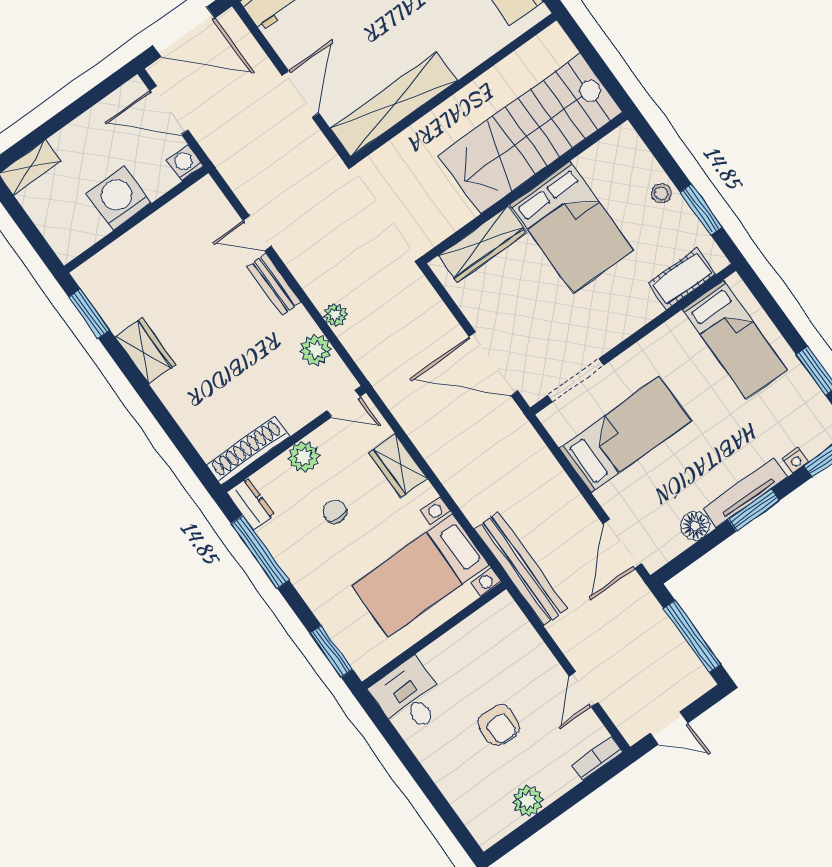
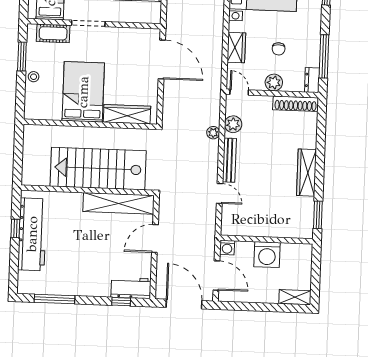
stairs: (530, 134) -> (98, 169), moved, turned 180
bench: (274, 284) -> (229, 160), width x1.36
wardrobe: (146, 351) -> (307, 173), width x1.50
doorway: (576, 380) -> (88, 23), moved

